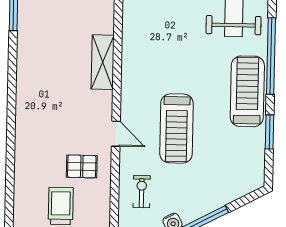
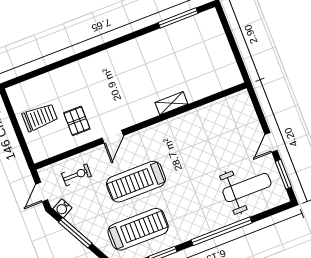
shelving: (103, 62) -> (171, 103), width x0.67, depth x0.75
treadmill: (247, 91) -> (138, 229), moved

